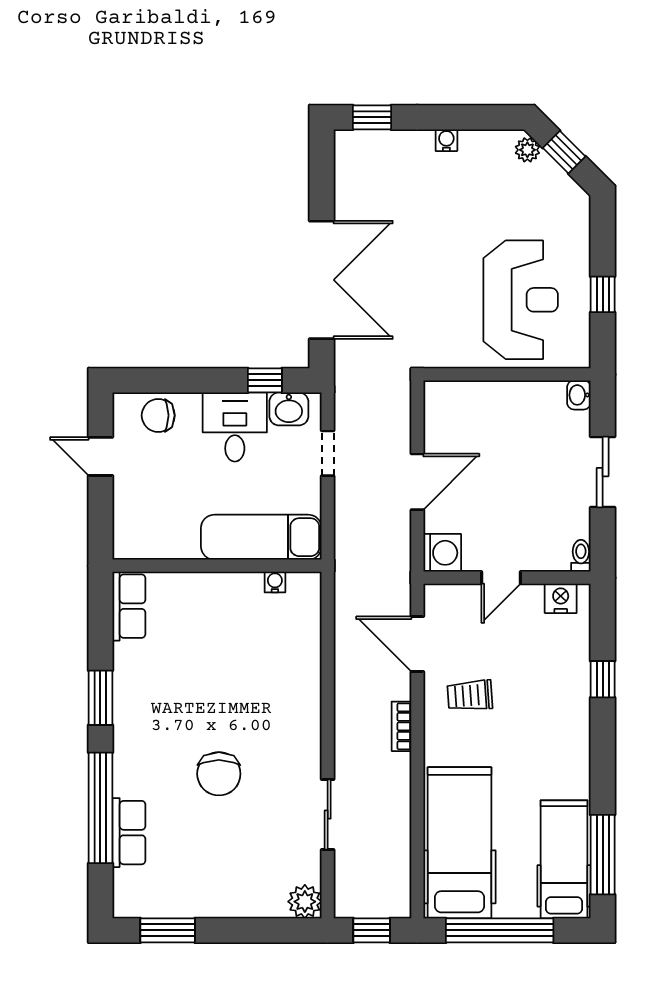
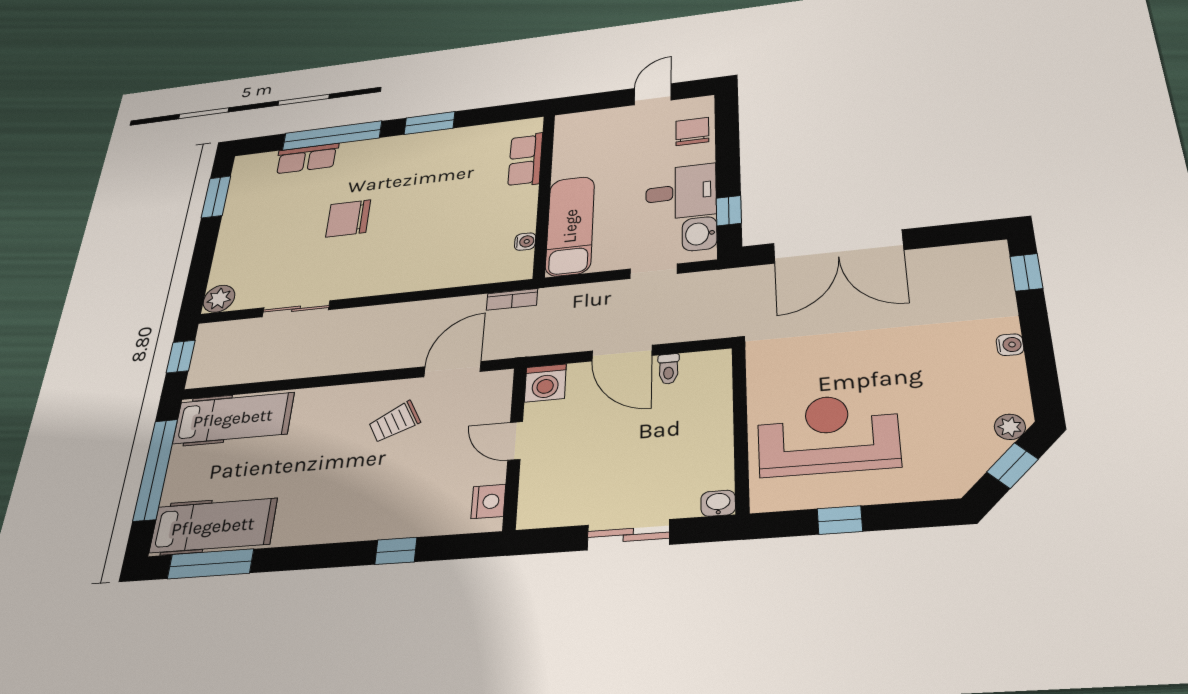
reception desk: (521, 300) -> (828, 434), turned 180
toilet: (581, 556) -> (669, 369), moved, turned 90
row of seats: (129, 606) -> (525, 160), moved, turned 90
trolley: (470, 695) -> (395, 422), turned -113
bookcase: (401, 726) -> (512, 299), moved, turned 180
hospital bed: (459, 843) -> (233, 418), width x0.73, depth x0.78

